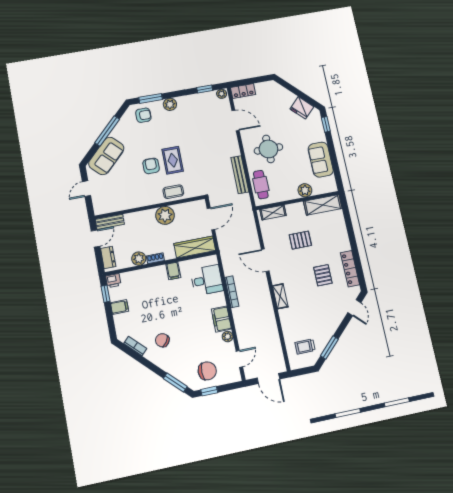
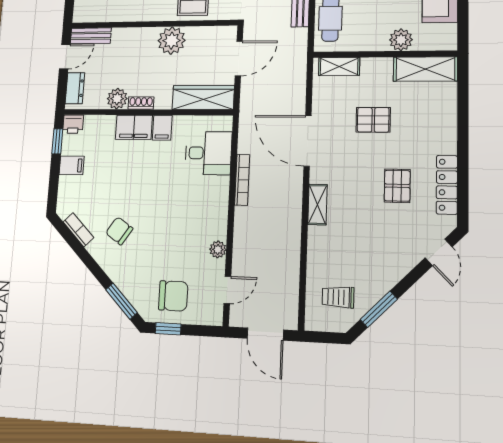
door: (265, 260) -> (307, 141), width x1.36
filing cabinet: (221, 319) -> (134, 127), moved, turned -90

